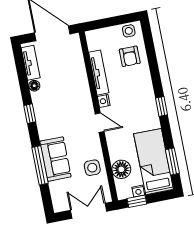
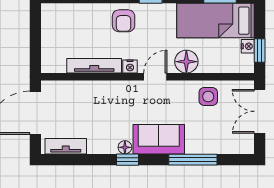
side table: (129, 31) -> (51, 19), removed
armchair: (130, 56) -> (124, 21), moved, turned 90
floor lamp: (34, 86) -> (125, 147), moved
sofa: (55, 159) -> (159, 139), moved
floor lamp: (121, 169) -> (186, 62), moved

